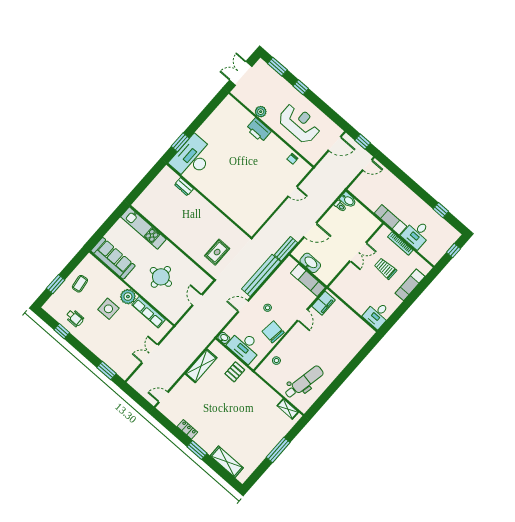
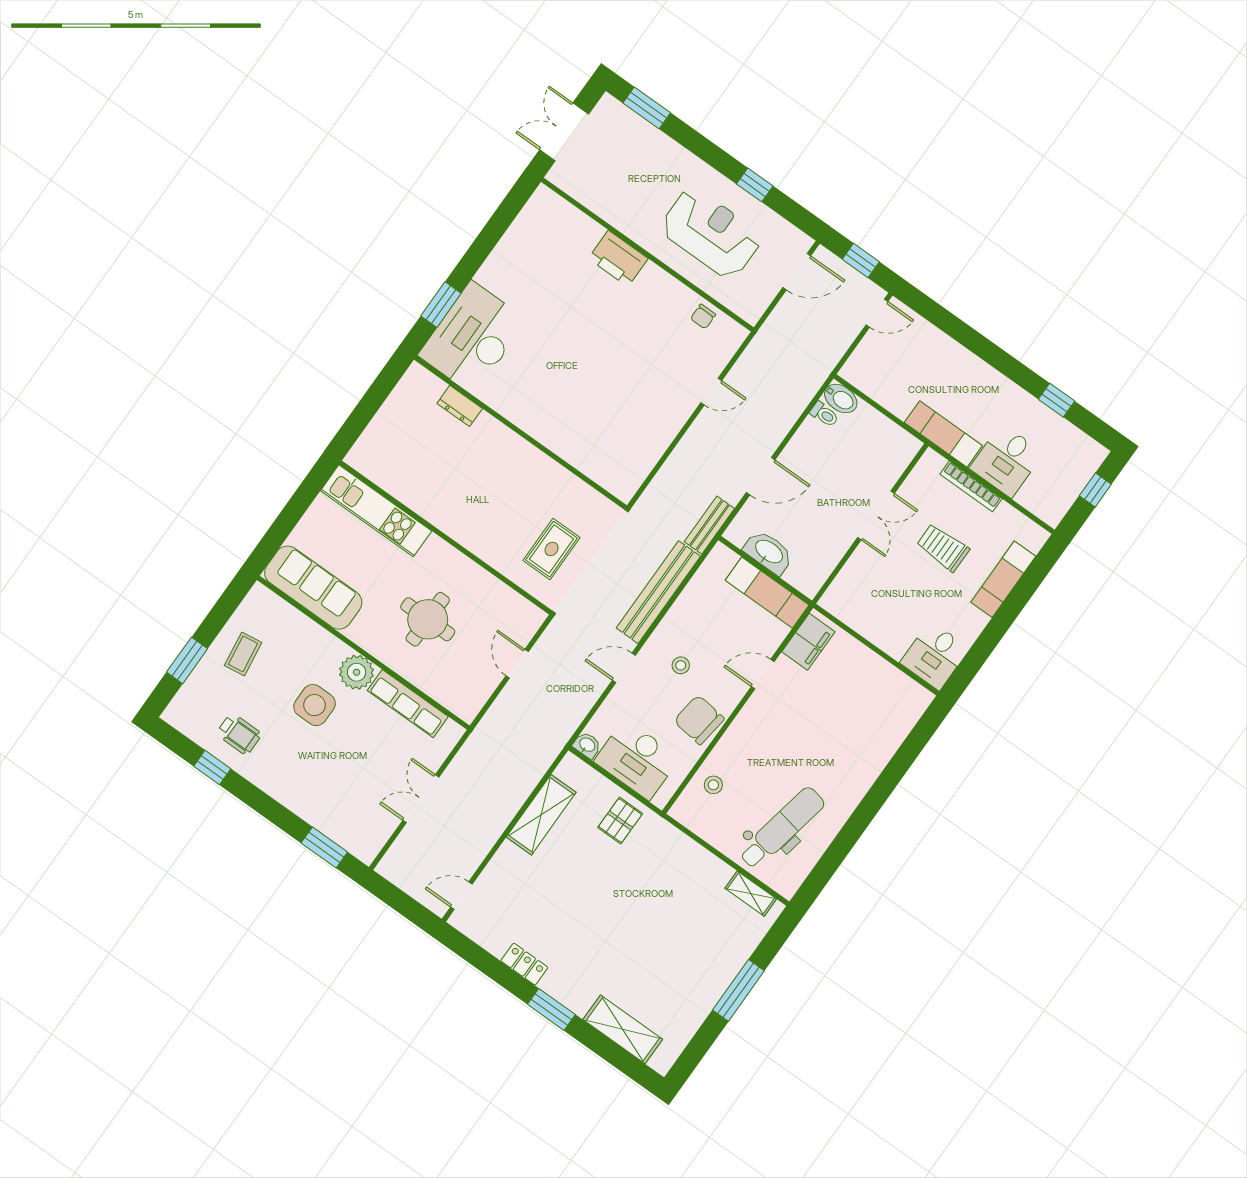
window: (301, 87) -> (755, 185), moved
plant: (261, 112) -> (619, 215), removed
door: (302, 315) -> (763, 674), swing flipped

